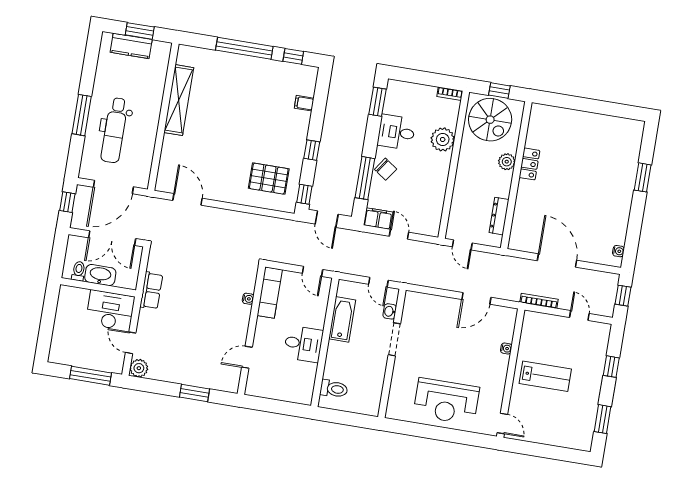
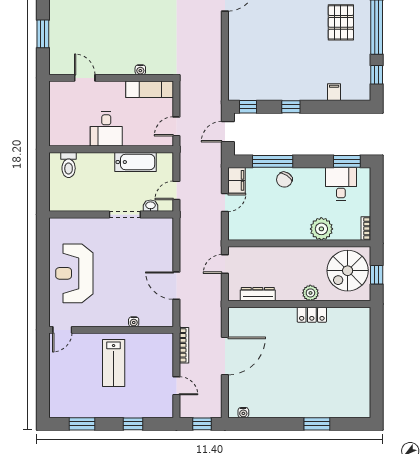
desk: (396, 132) -> (341, 184), moved
pallet: (269, 179) -> (341, 22), moved
door: (579, 316) -> (176, 386), hinge flipped

